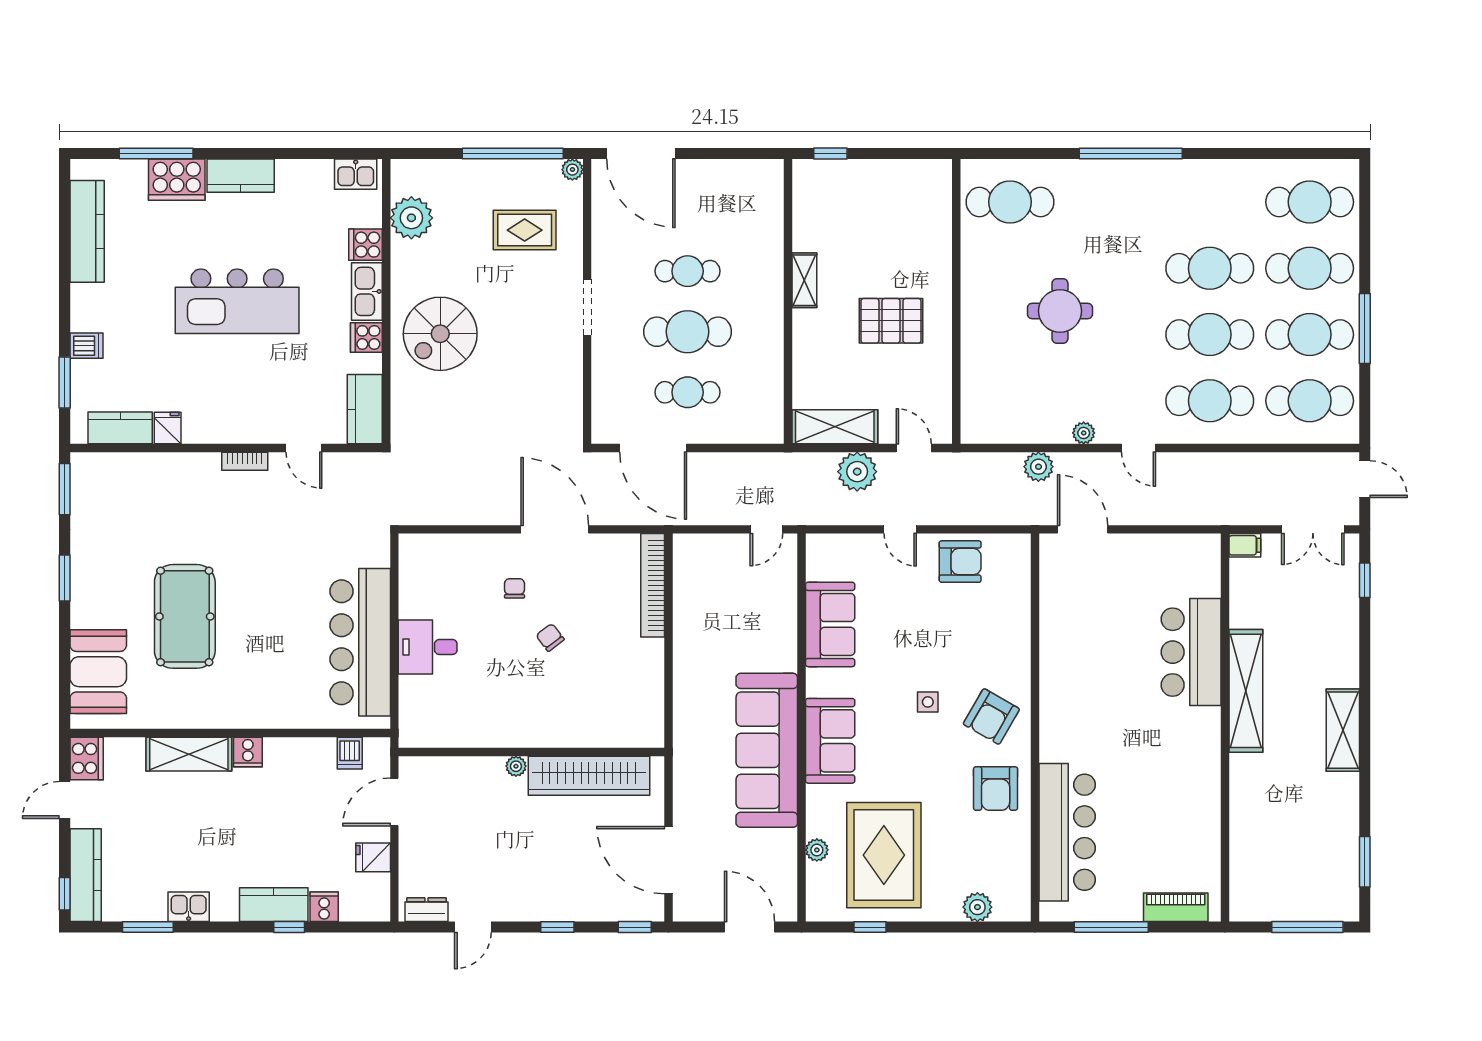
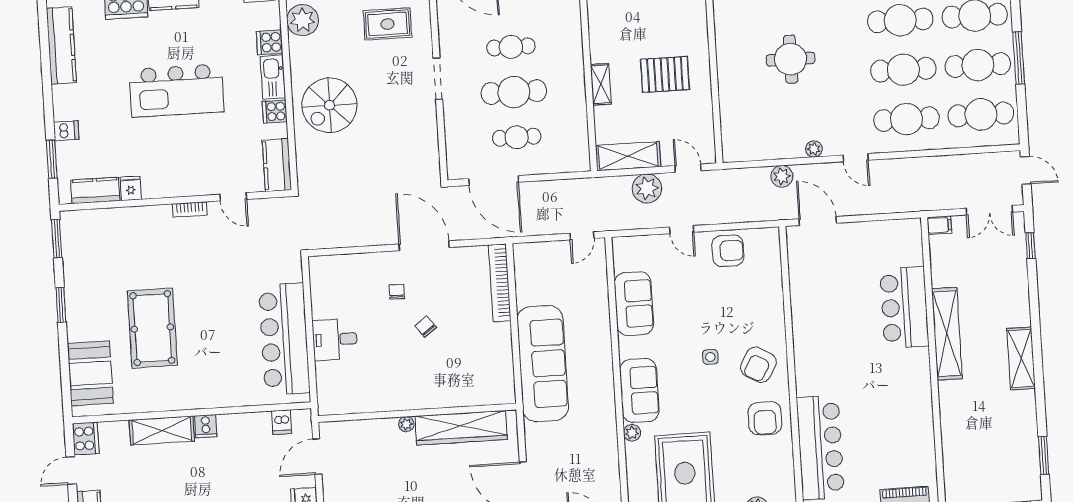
shelving: (804, 280) -> (601, 84), moved
sofa: (767, 750) -> (543, 364), moved, turned 180
plant: (817, 850) -> (632, 433), moved

